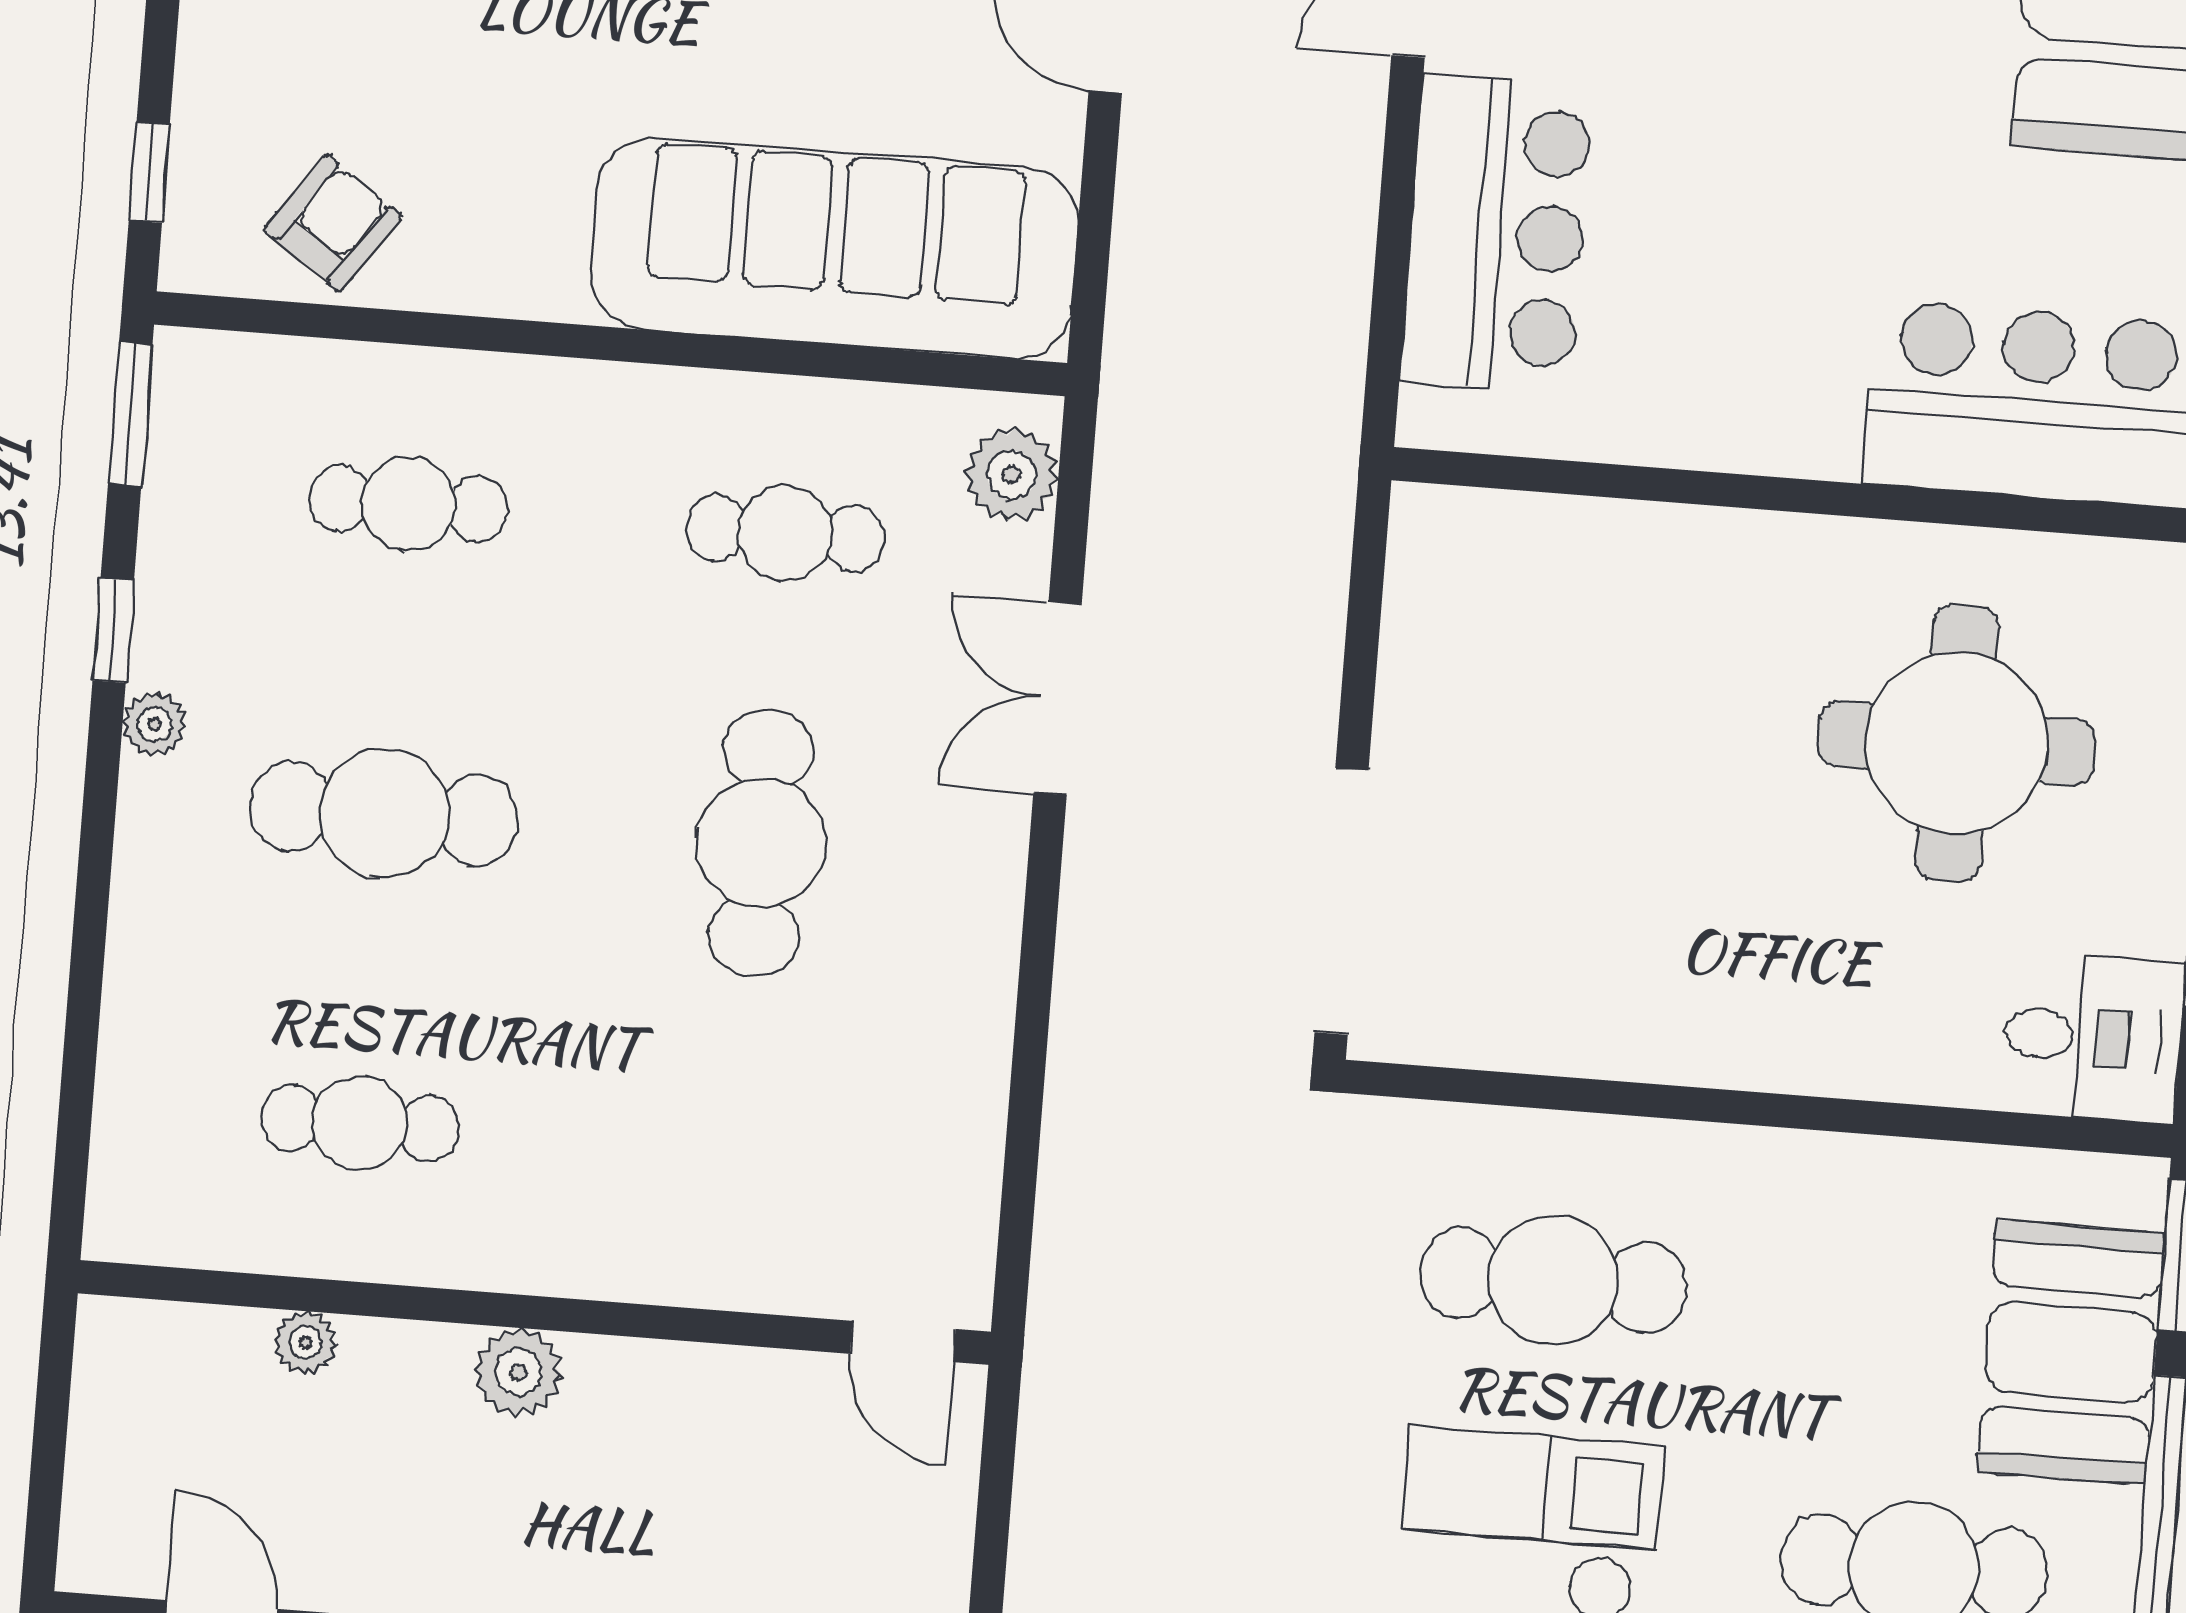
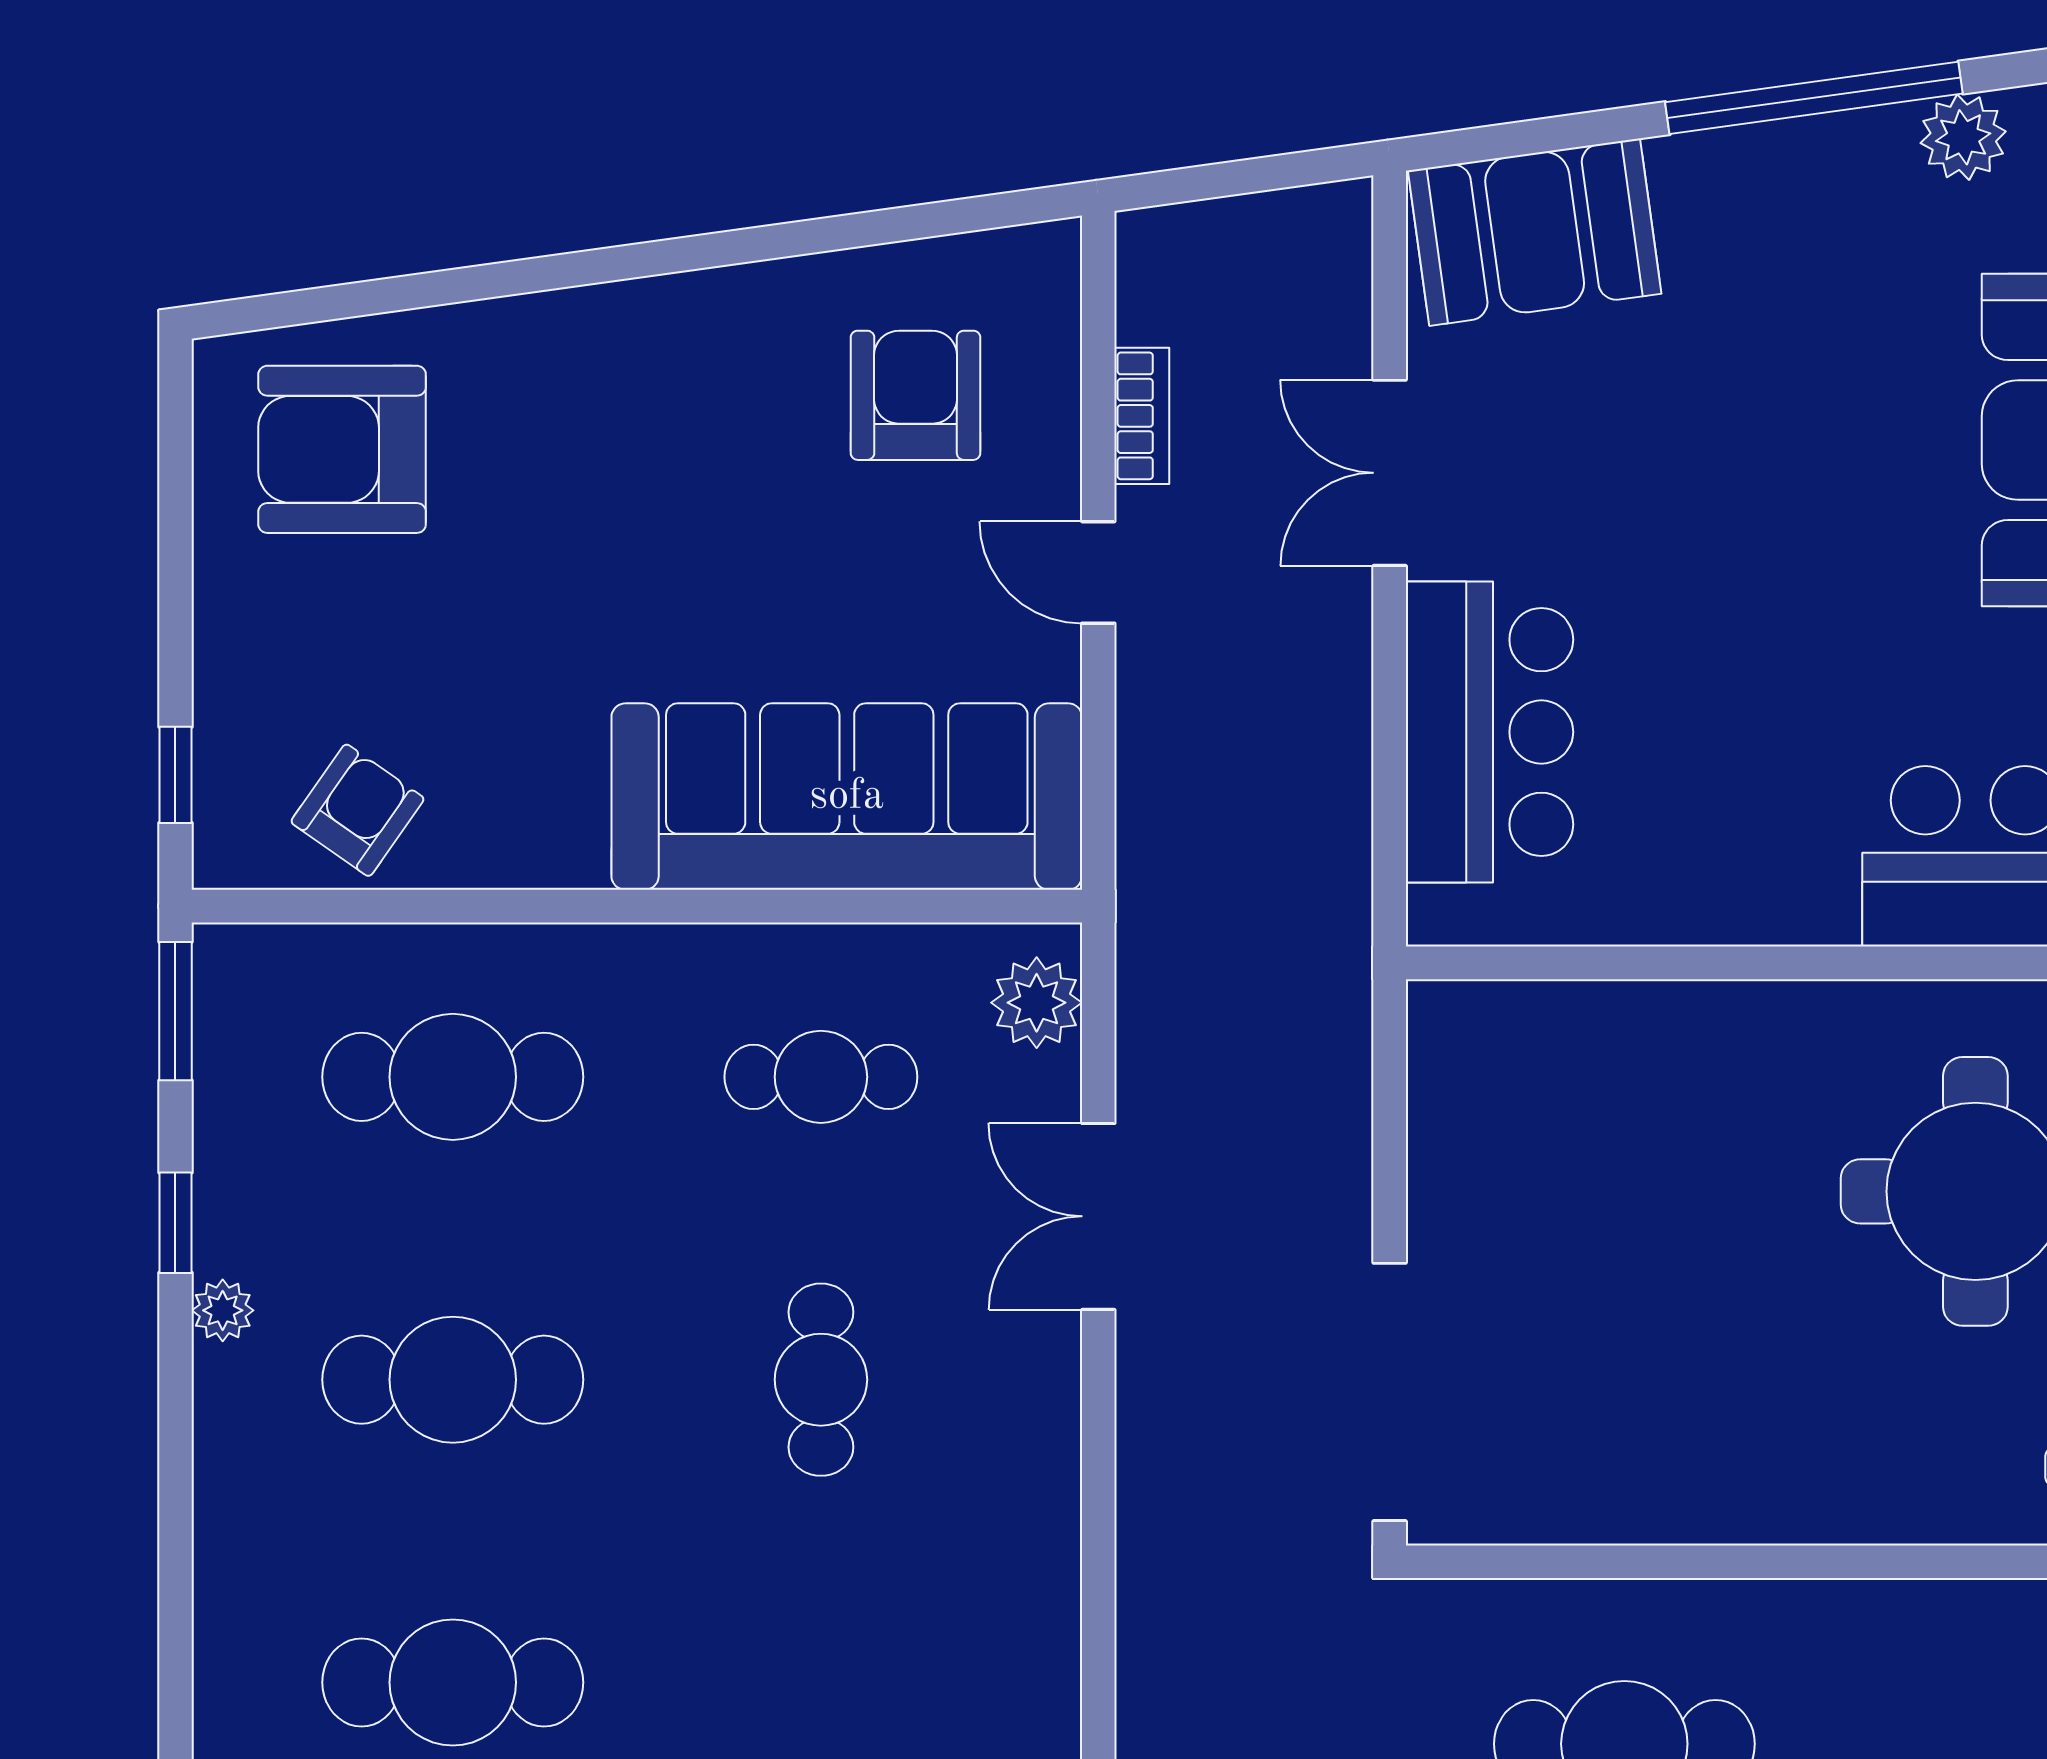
cafe table: (409, 504) -> (453, 1077), width x1.37, depth x1.35
cafe table: (761, 843) -> (821, 1380), width x0.73, depth x0.74
cafe table: (360, 1123) -> (453, 1682), width x1.37, depth x1.35

